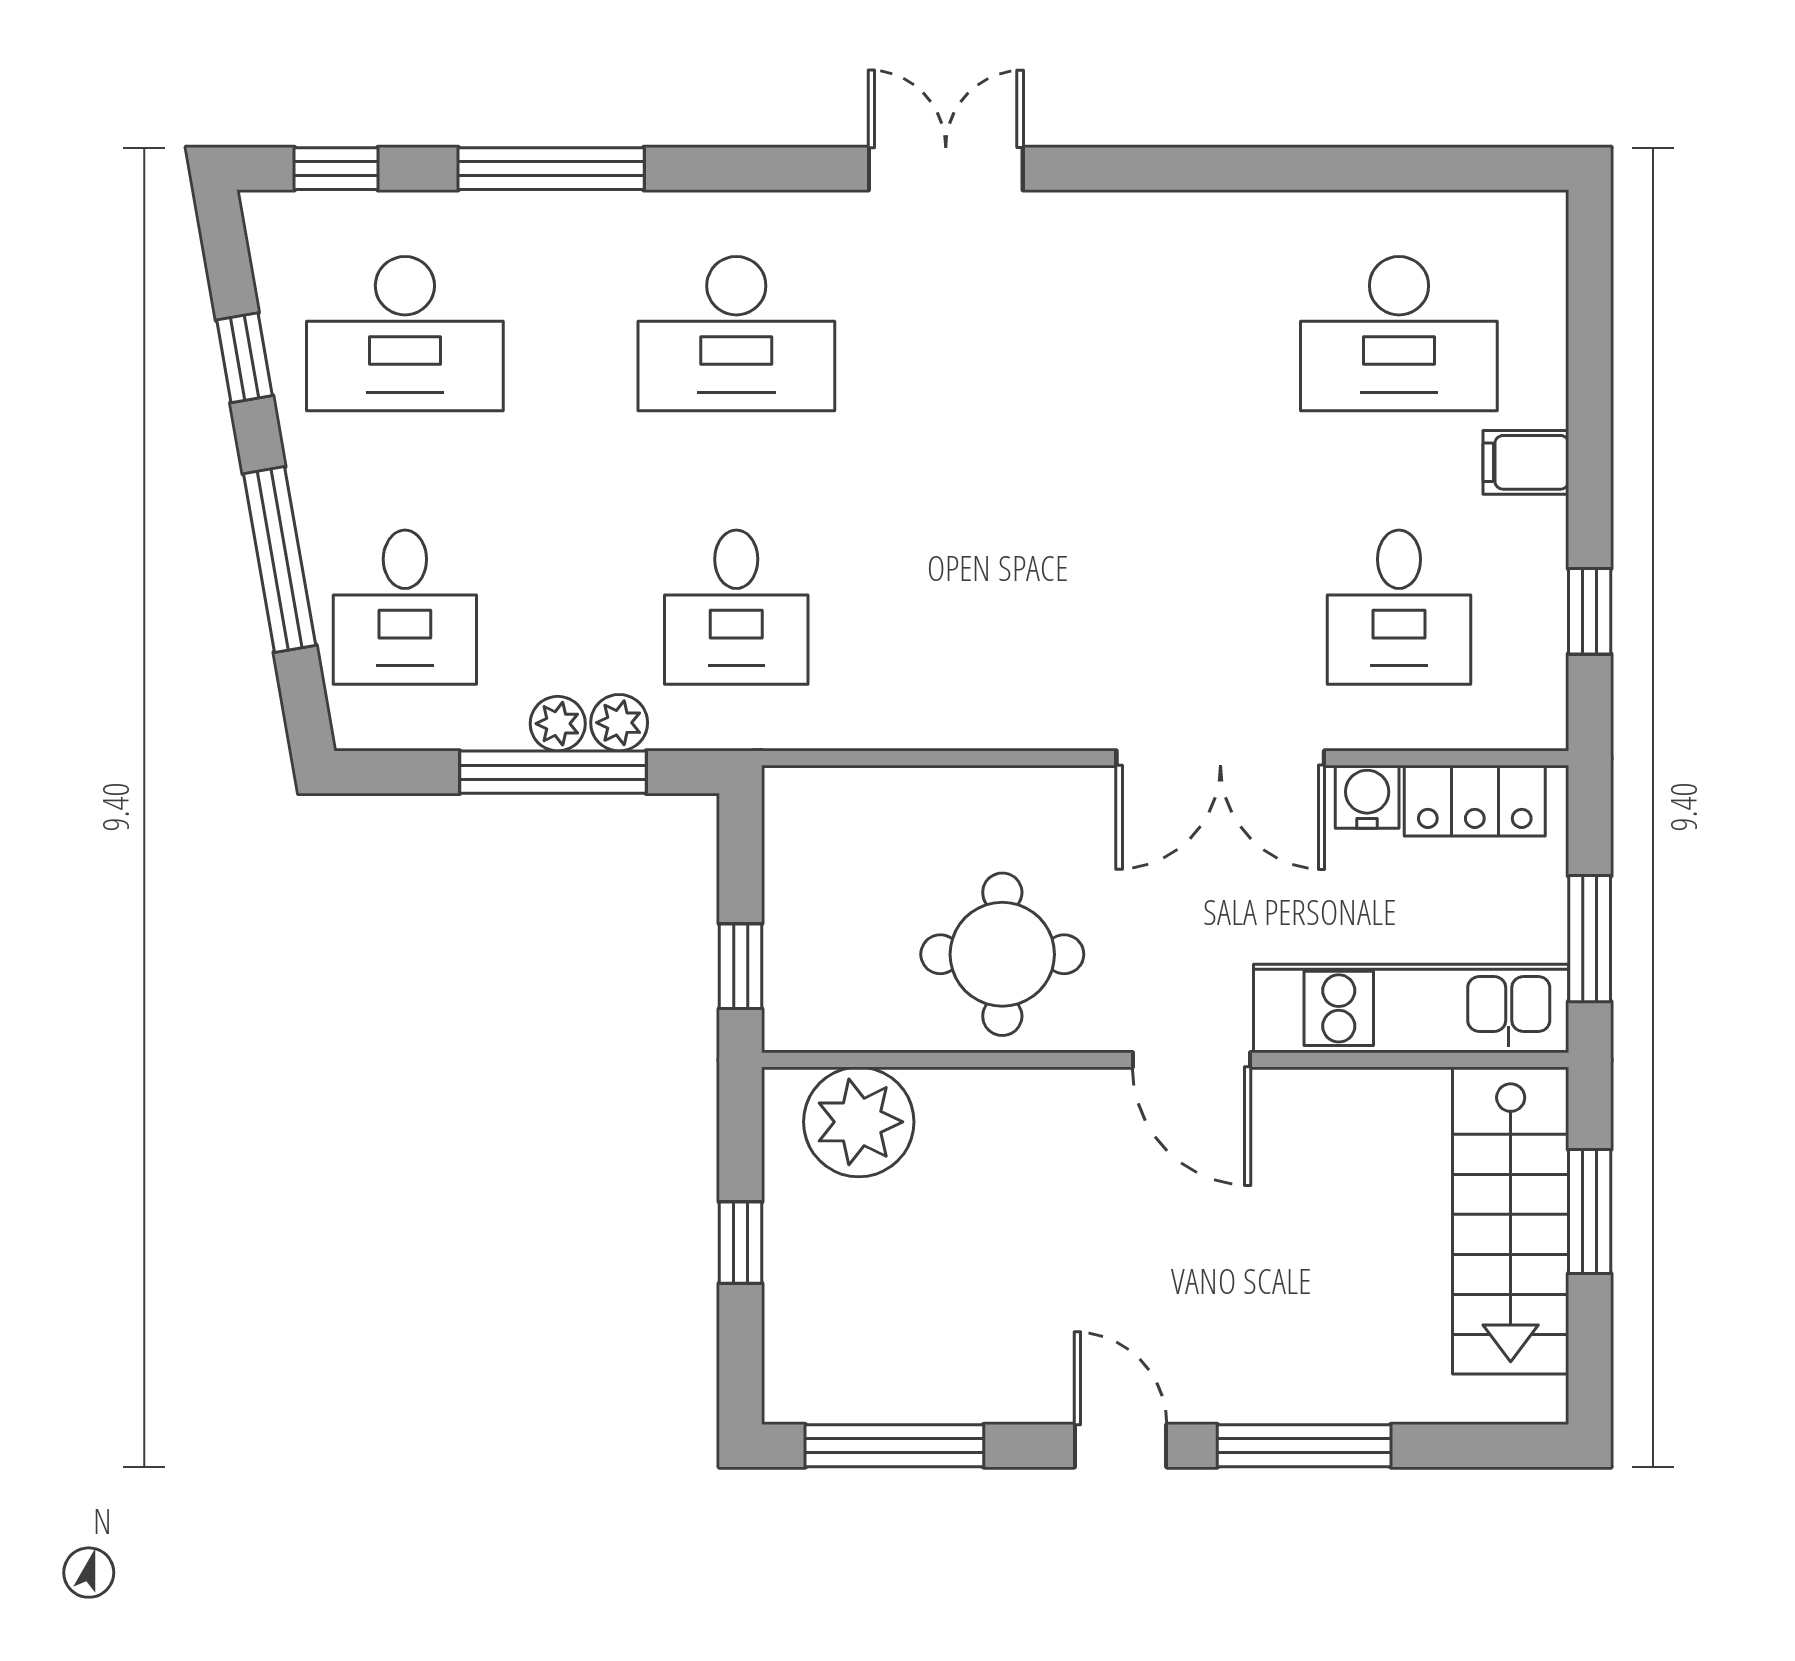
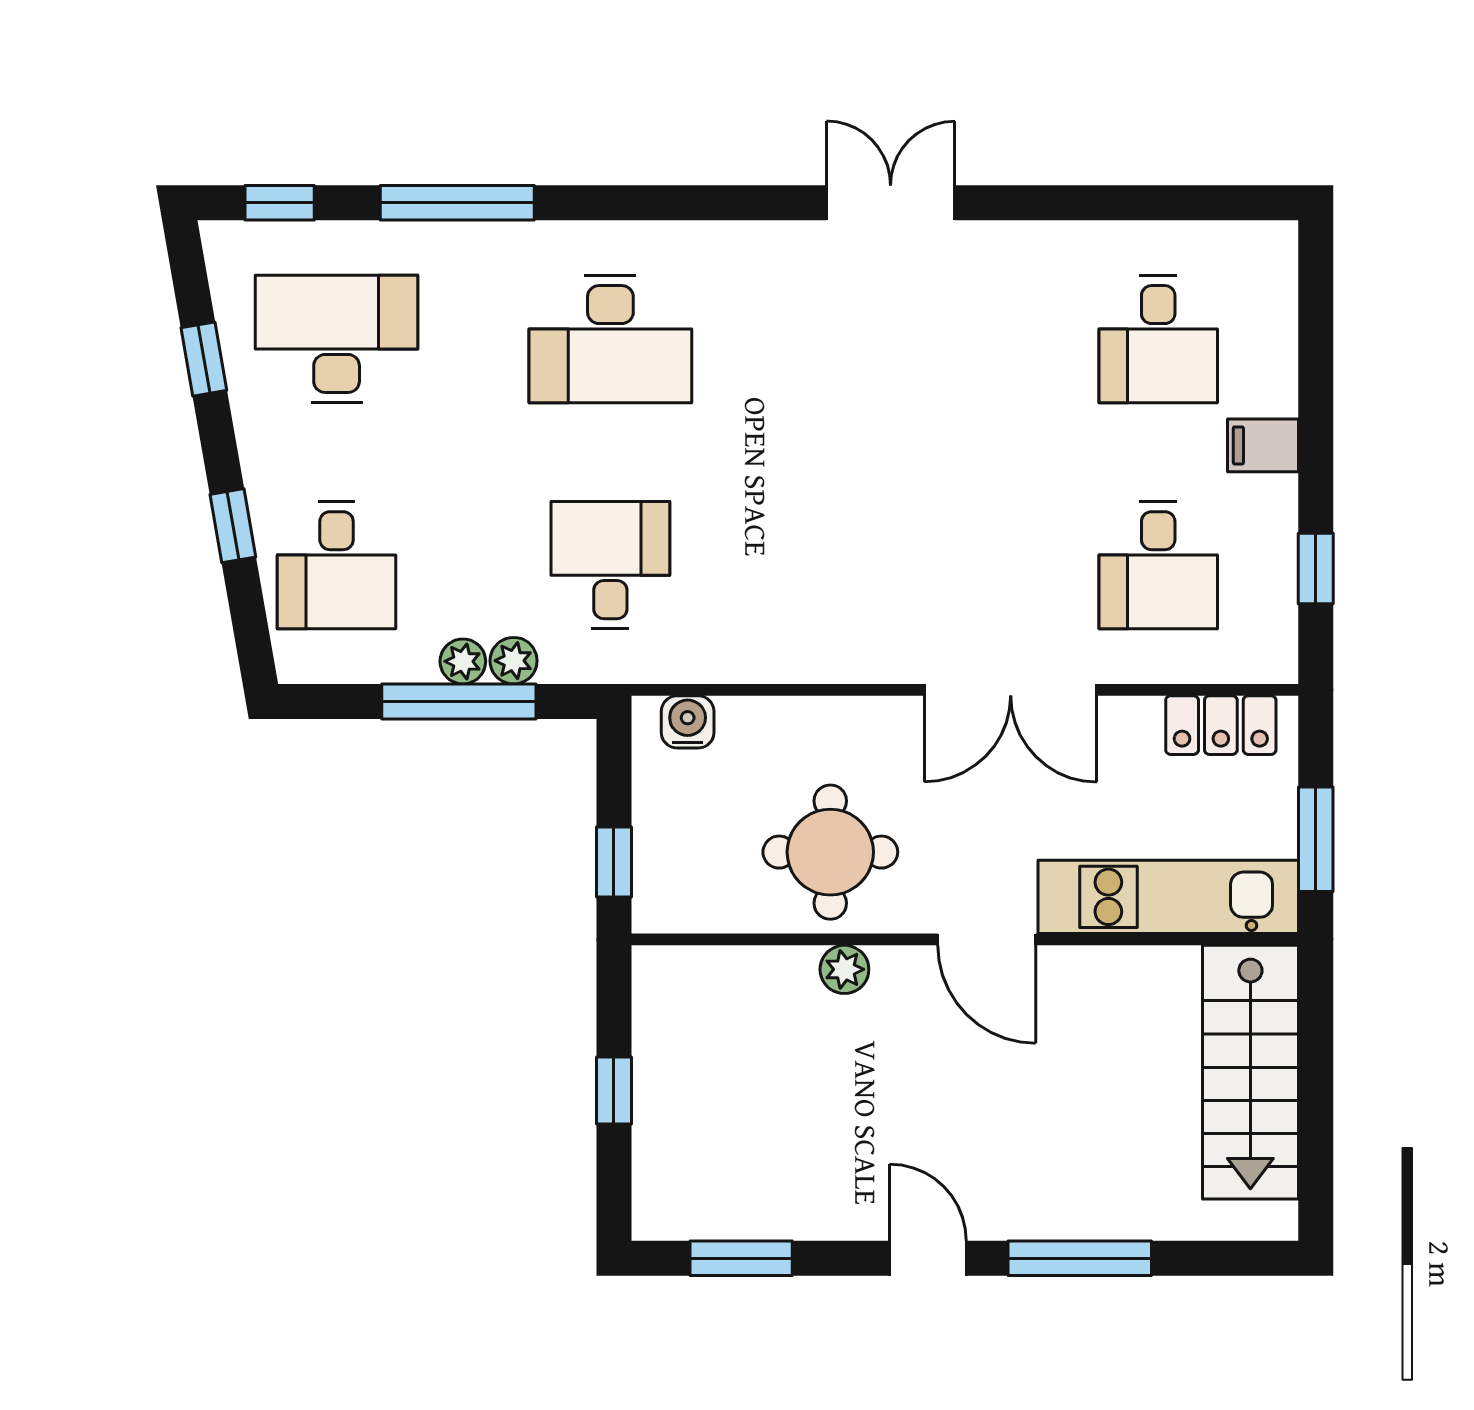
double door: (946, 169) -> (891, 203), moved
desk: (405, 334) -> (337, 339), turned 180
desk: (1399, 334) -> (1158, 339), width x0.73
window: (280, 559) -> (233, 526), width x0.46
desk: (736, 607) -> (610, 565), turned 180
water cooler: (1367, 797) -> (688, 722), moved
plant: (859, 1122) -> (844, 969), moved, width x0.53, depth x0.53
window: (1590, 1212) -> (1316, 1065), removed
window: (894, 1446) -> (741, 1258), width x0.69

